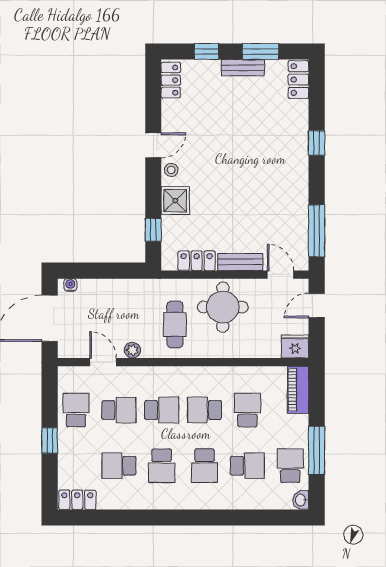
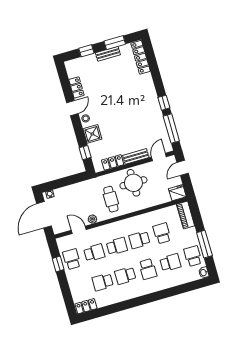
locker: (171, 80) -> (76, 87), moved
locker: (298, 80) -> (141, 57), width x1.53
window: (317, 143) -> (164, 103), moved
door: (280, 275) -> (159, 157), hinge flipped
window: (50, 440) -> (58, 264), moved
school desk: (162, 466) -> (125, 276), turned 90

